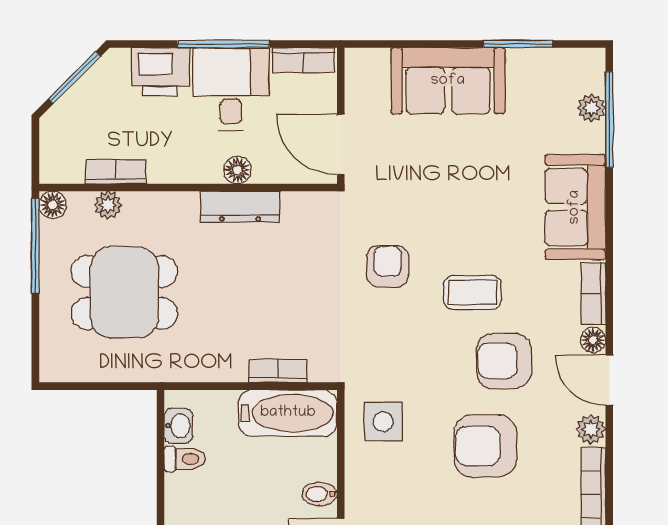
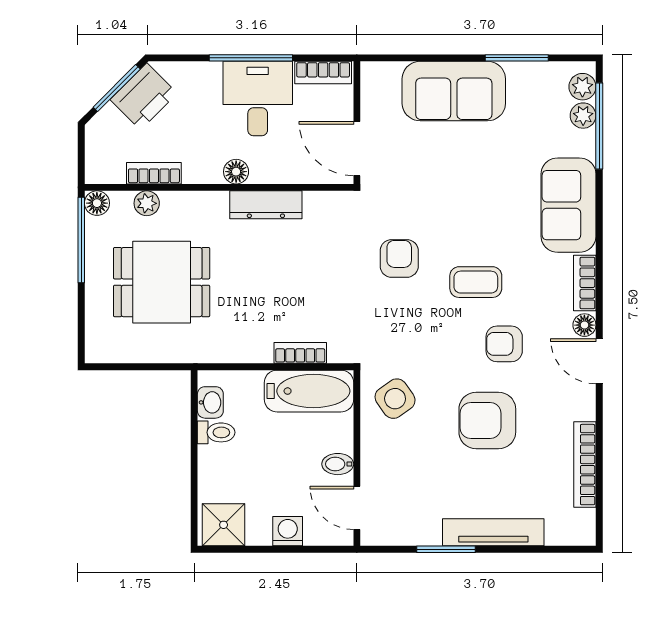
printer: (160, 72) -> (144, 96), moved, turned -45
floor lamp: (237, 170) -> (236, 172), moved
armchair: (504, 361) -> (504, 344), width x0.72, depth x0.72
side table: (383, 422) -> (395, 399), turned -35
plant: (591, 429) -> (582, 87), moved

